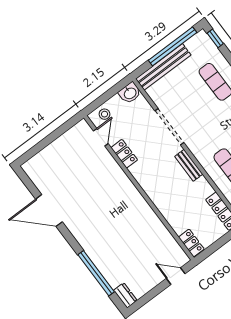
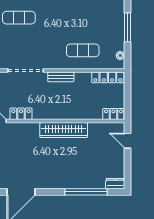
wardrobe: (139, 207) -> (64, 130), added
door: (176, 276) -> (128, 141), hinge flipped

